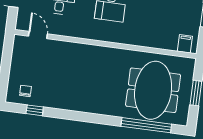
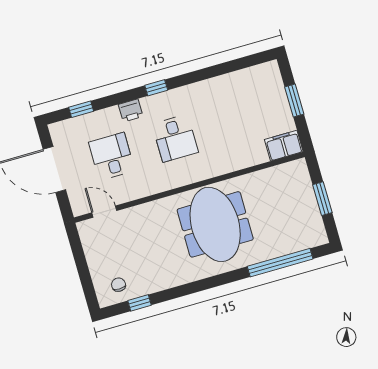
filing cabinet: (185, 44) -> (284, 146), width x2.00
meeting table: (153, 90) -> (215, 224), moved

